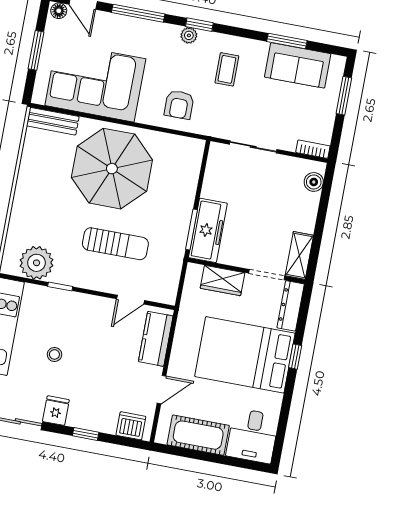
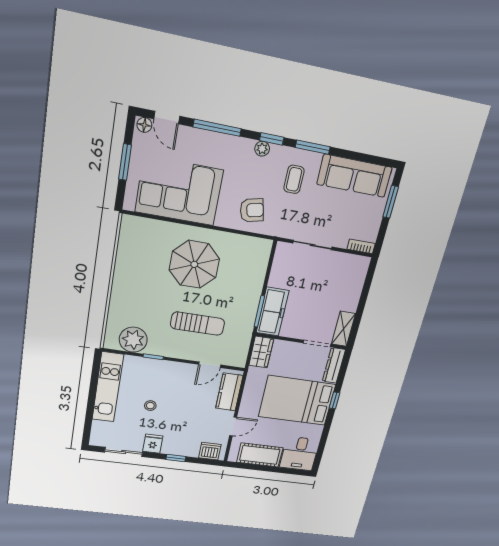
window: (287, 41) -> (313, 147), moved
sofa: (298, 65) -> (354, 176), width x1.36
armchair: (179, 105) -> (252, 210), turned -103
bench: (53, 121) -> (142, 225), removed
parasol: (112, 169) -> (194, 264), width x0.73, depth x0.73
boiler: (314, 182) -> (359, 273), removed
wardrobe: (222, 281) -> (261, 352), moved, turned -90

